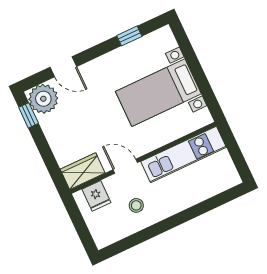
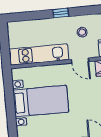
window: (174, 221) -> (61, 13), added

